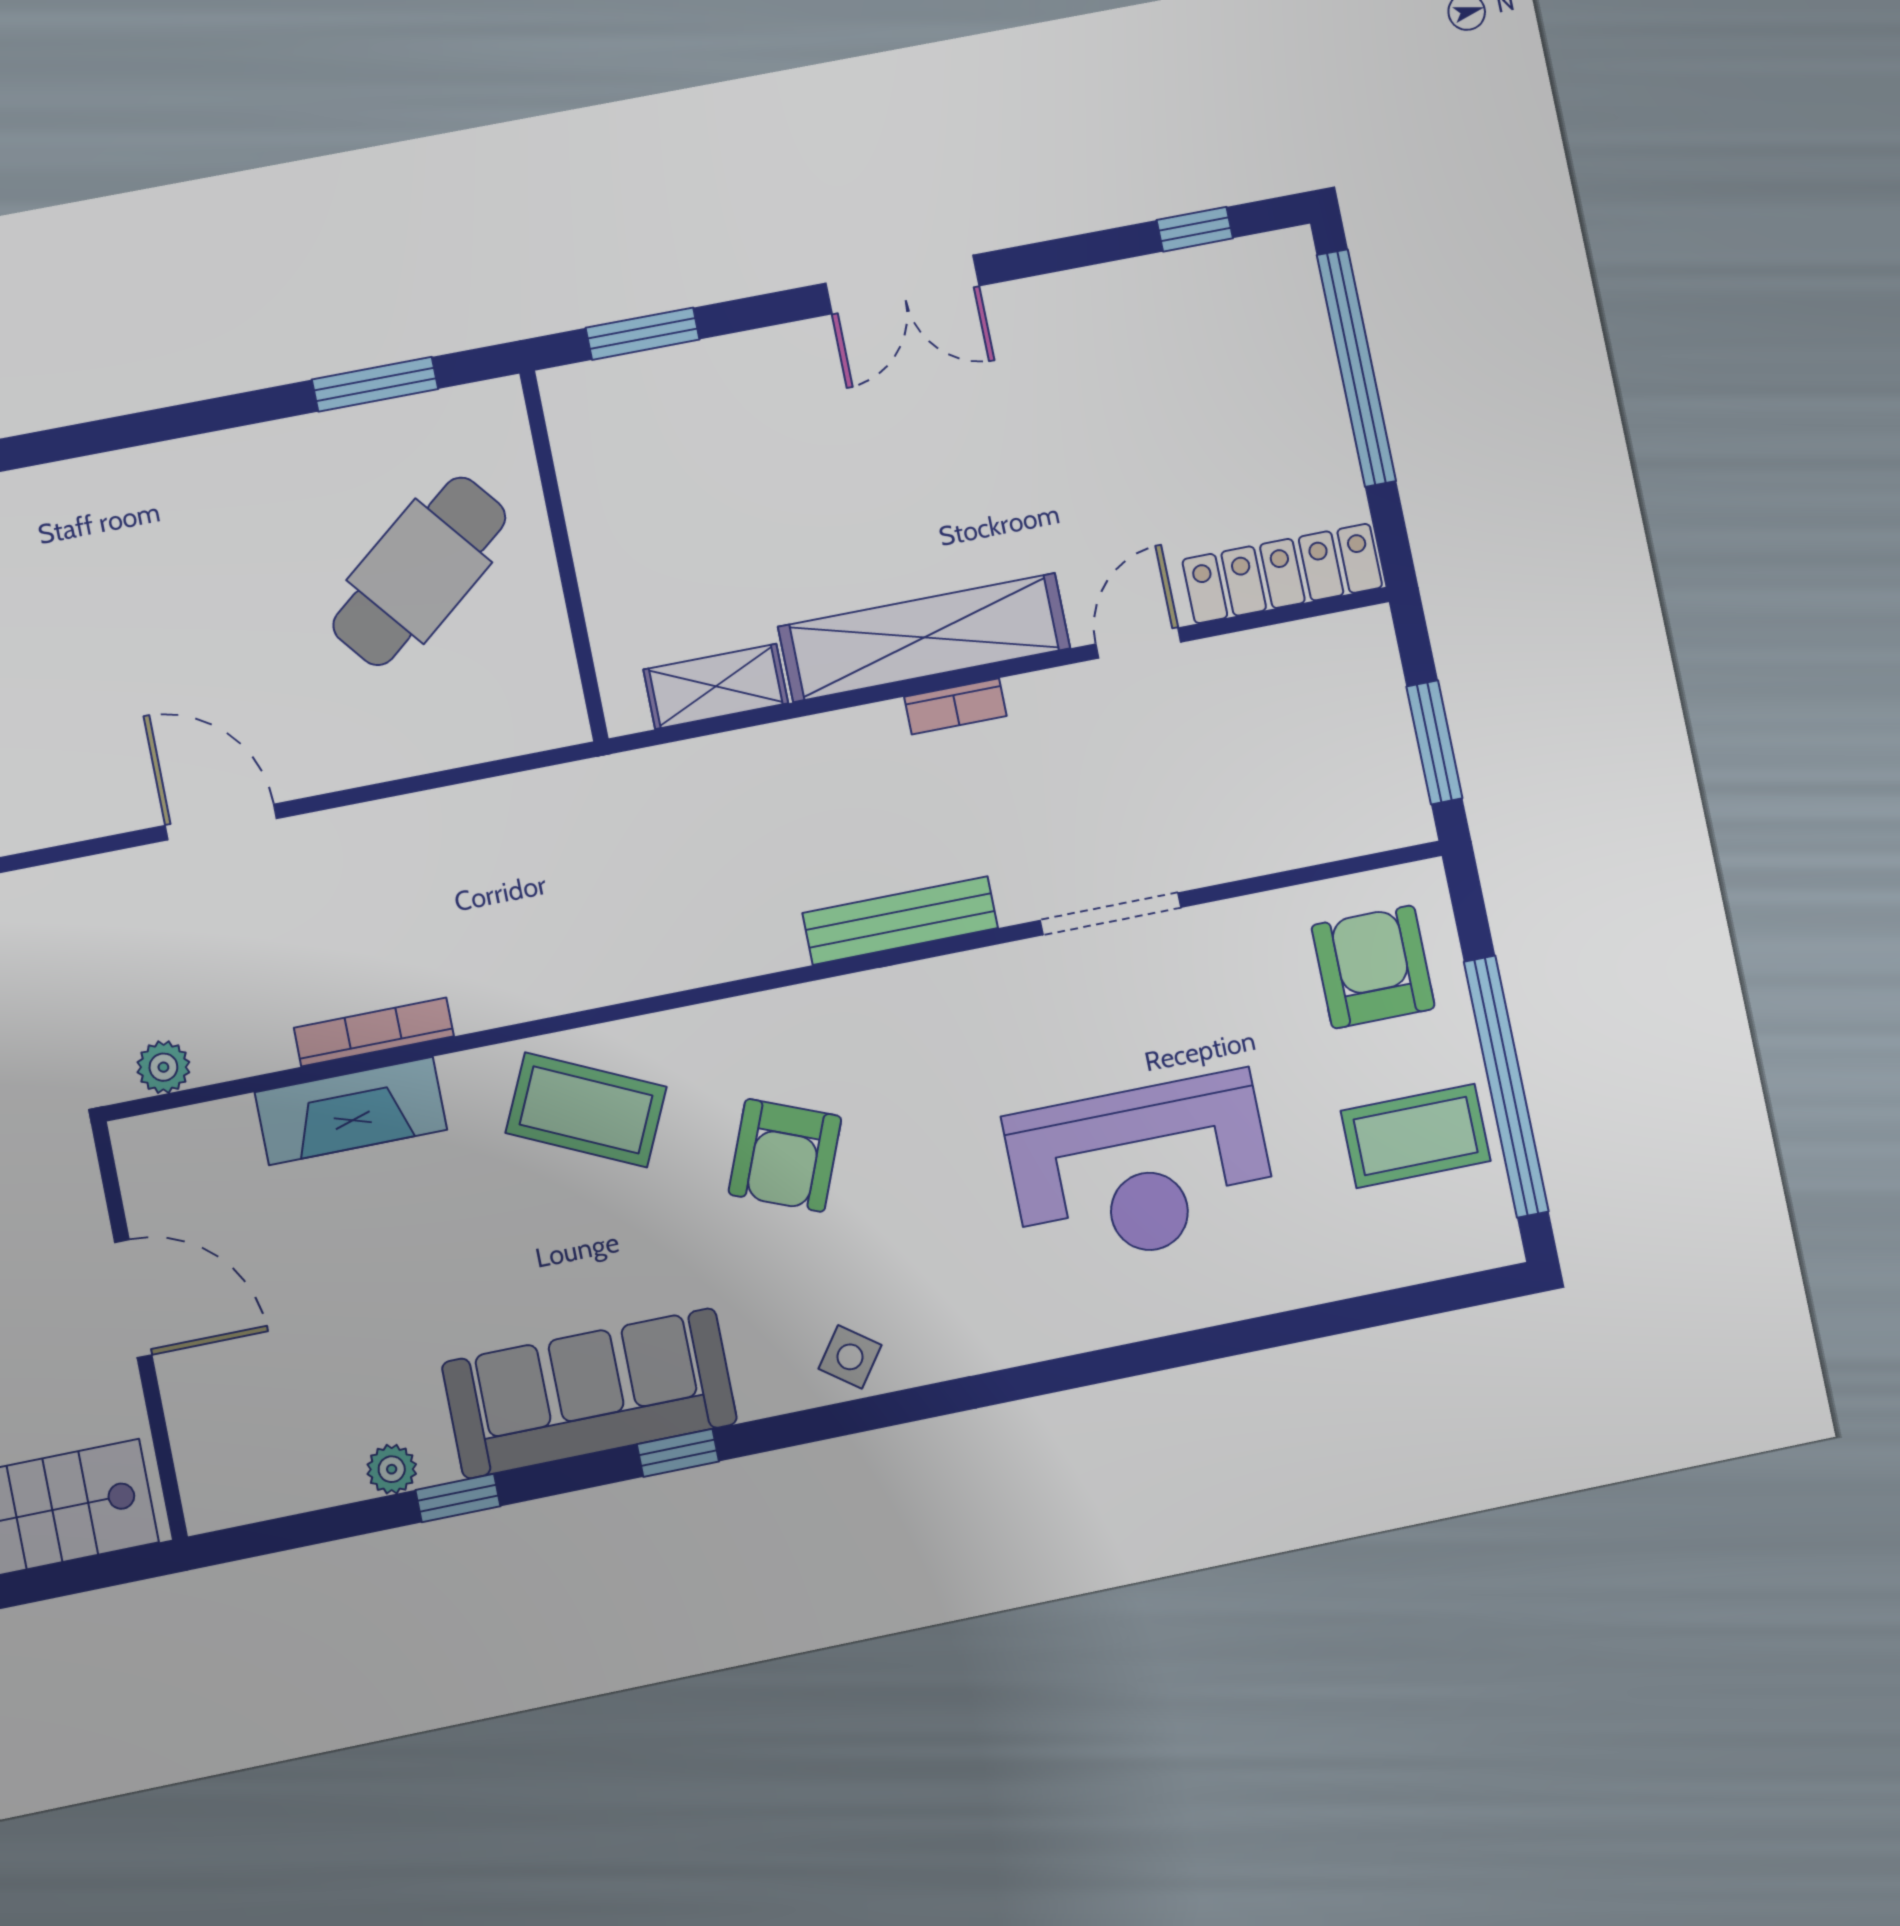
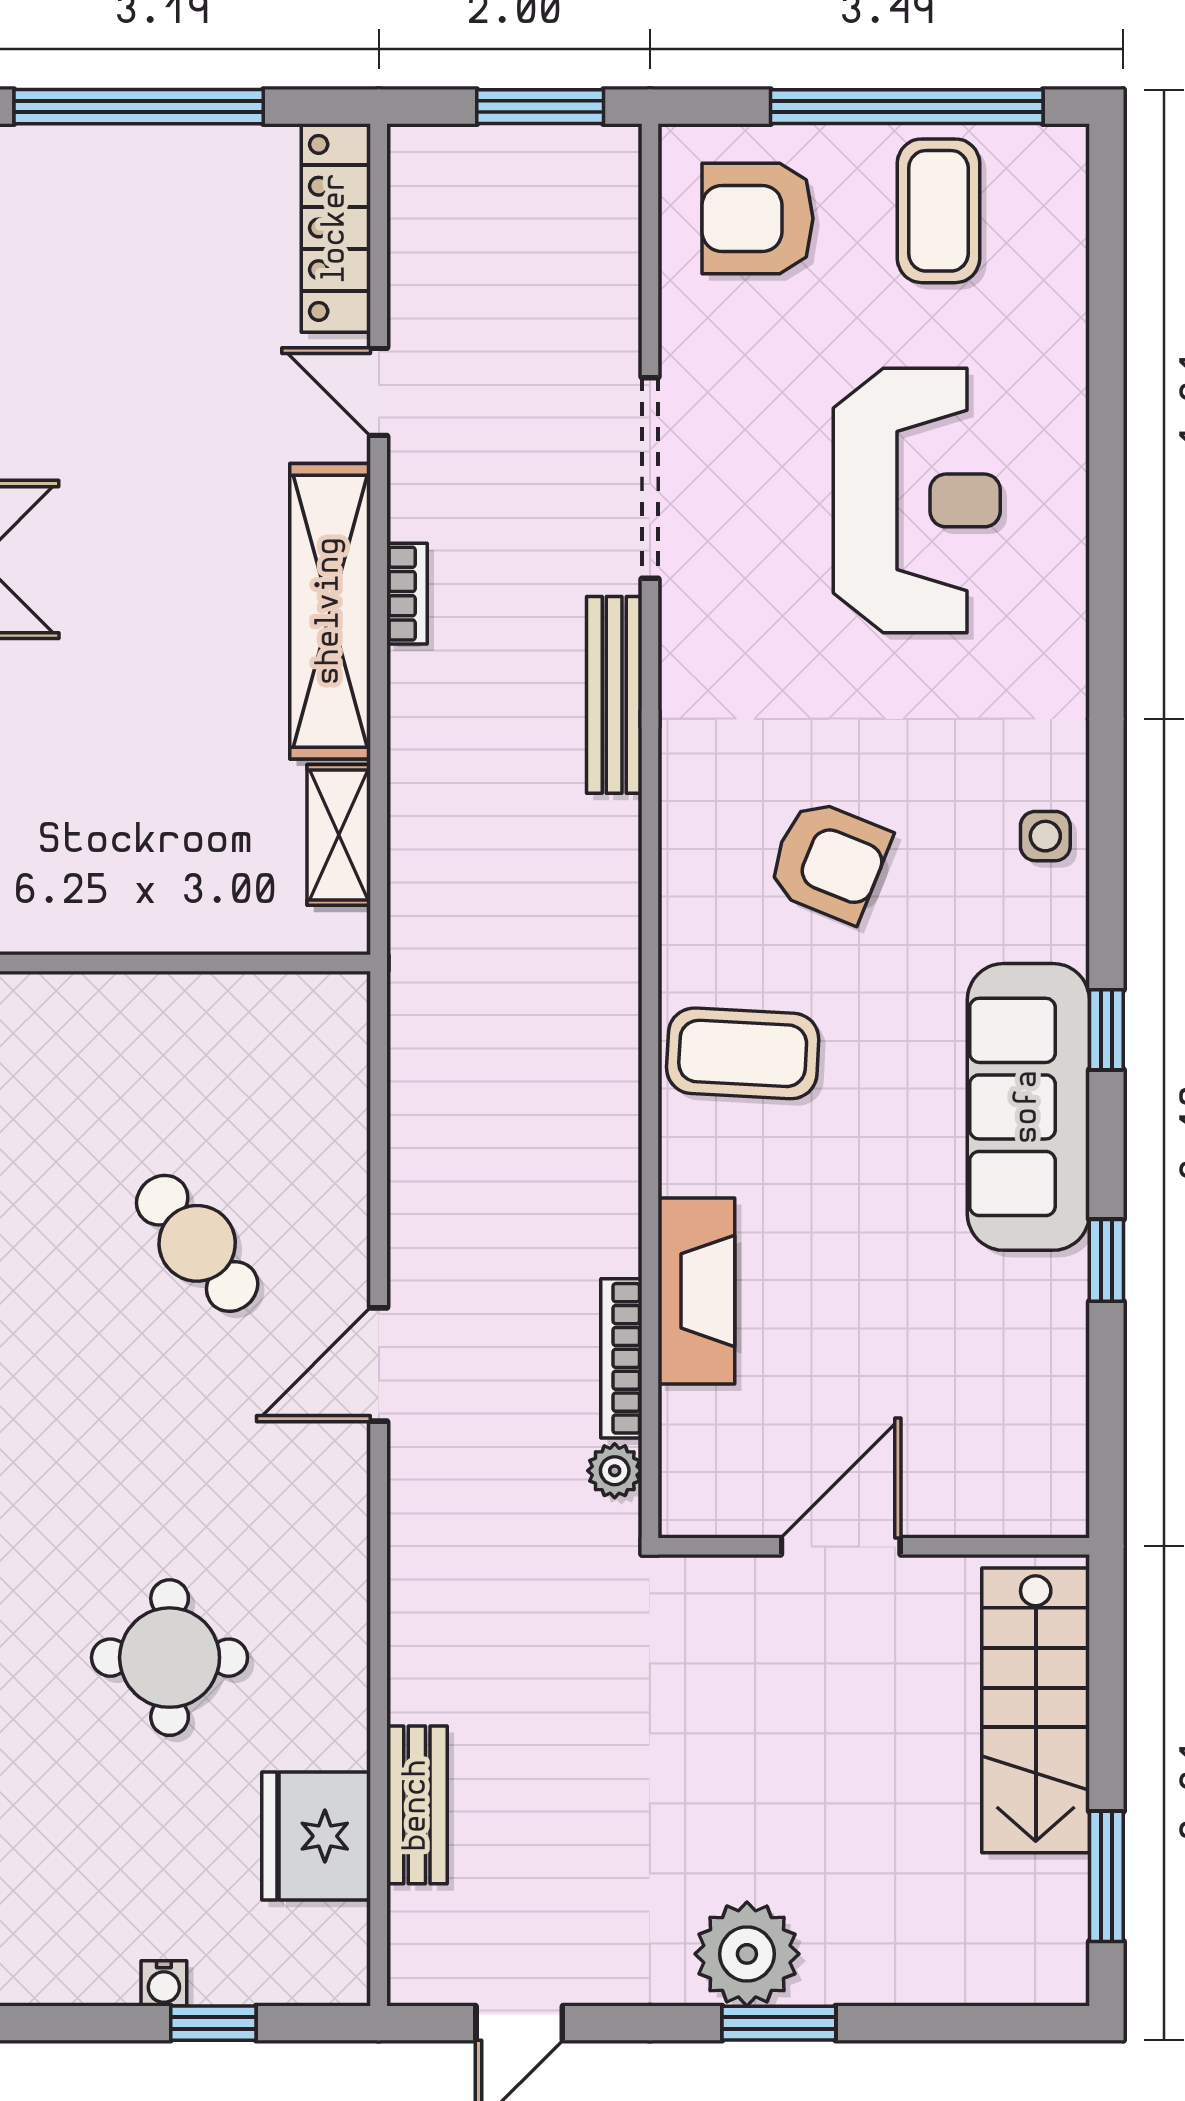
cafe table: (419, 571) -> (197, 1243), moved, width x0.73, depth x0.74
doorway: (1110, 914) -> (650, 478), width x1.36
bookcase: (374, 1032) -> (621, 1358), moved
coffee table: (586, 1110) -> (743, 1053), turned 68
side table: (850, 1357) -> (1045, 836), turned -36
plant: (392, 1469) -> (1064, 1321), removed

